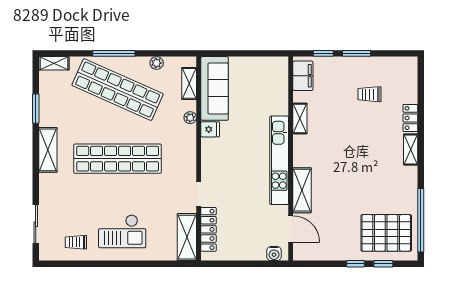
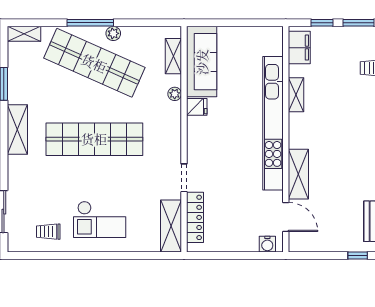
plant: (157, 63) -> (113, 33), moved
kitchen unit: (279, 160) -> (273, 123), width x1.36

